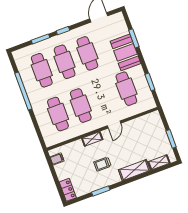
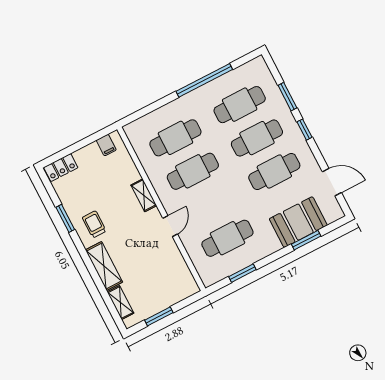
booth: (125, 52) -> (298, 222), moved
door: (114, 124) -> (170, 226), swing flipped
trolley: (102, 164) -> (94, 224), moved

